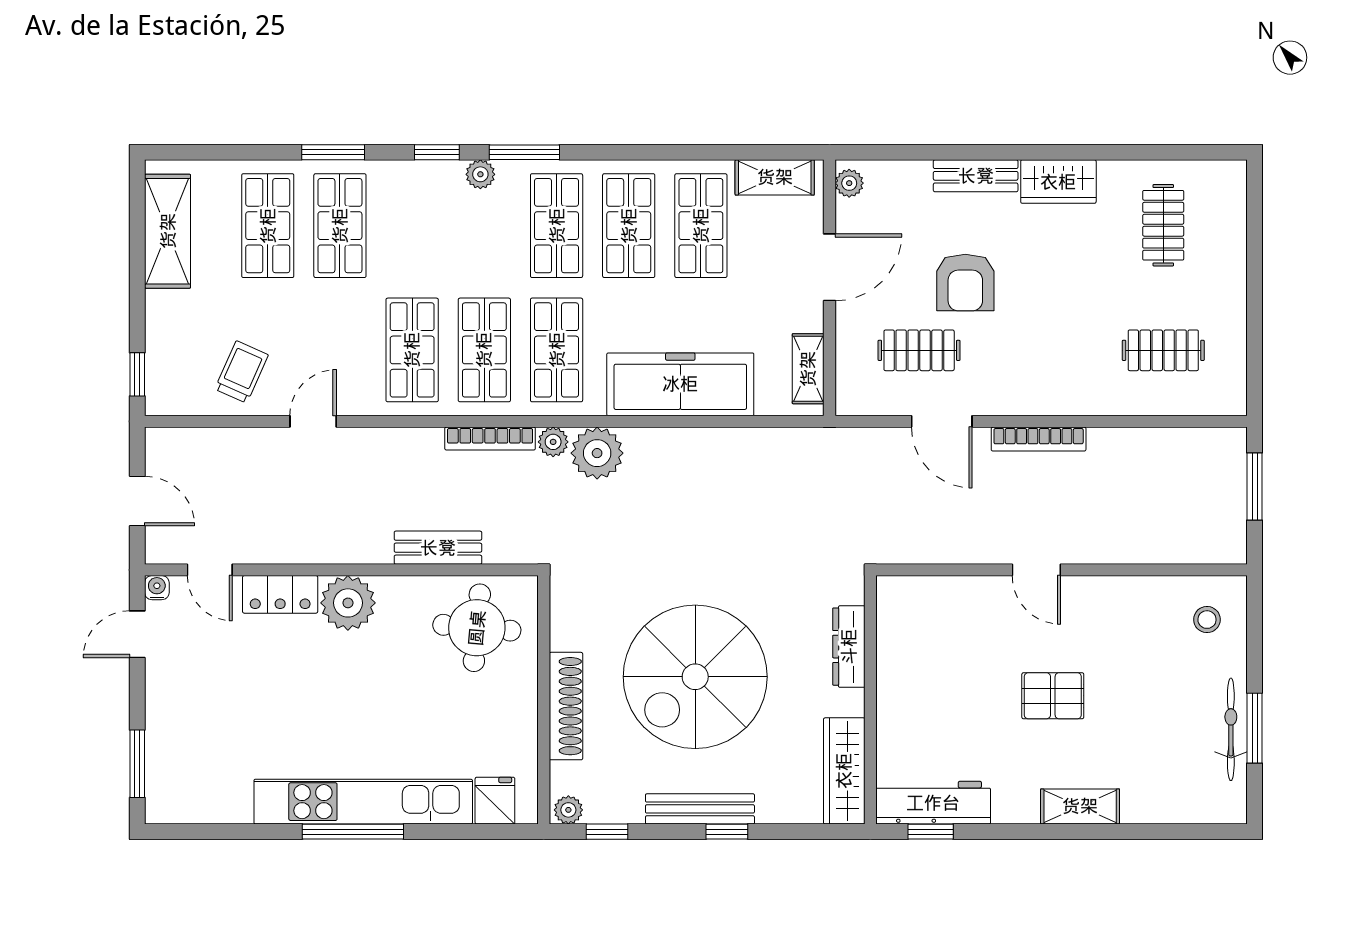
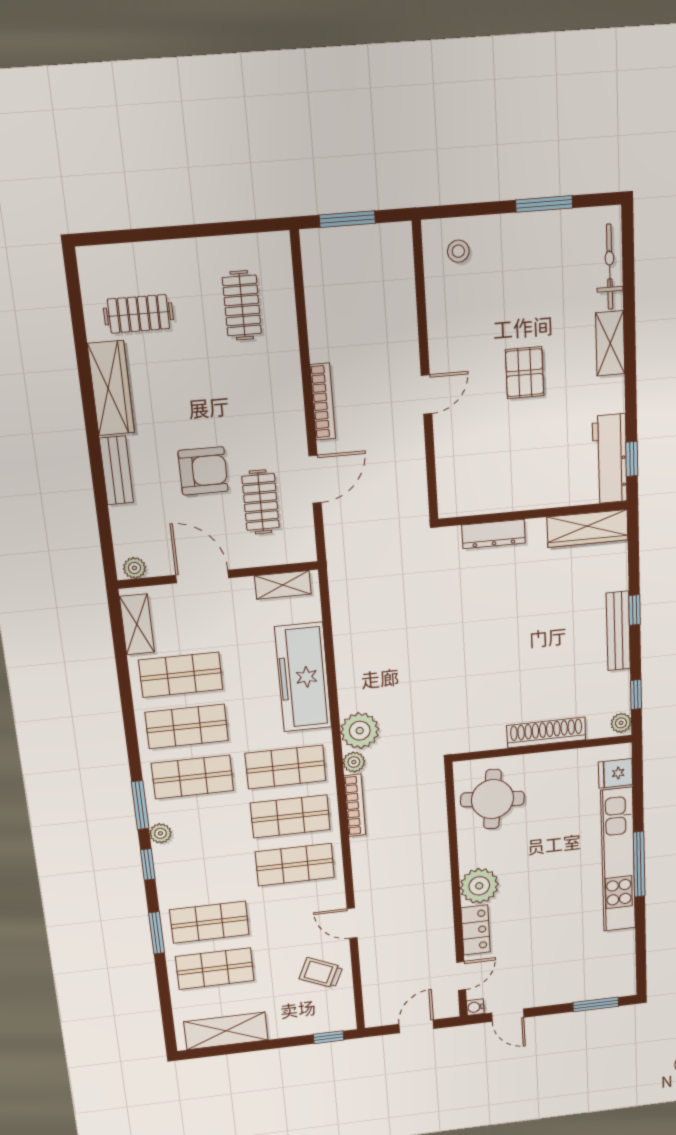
wardrobe: (1058, 182) -> (111, 388), width x1.50
bench: (438, 548) -> (436, 831), removed
spiral stairs: (695, 677) -> (521, 644), removed
bicycle: (1231, 729) -> (610, 267), moved, turned 90

